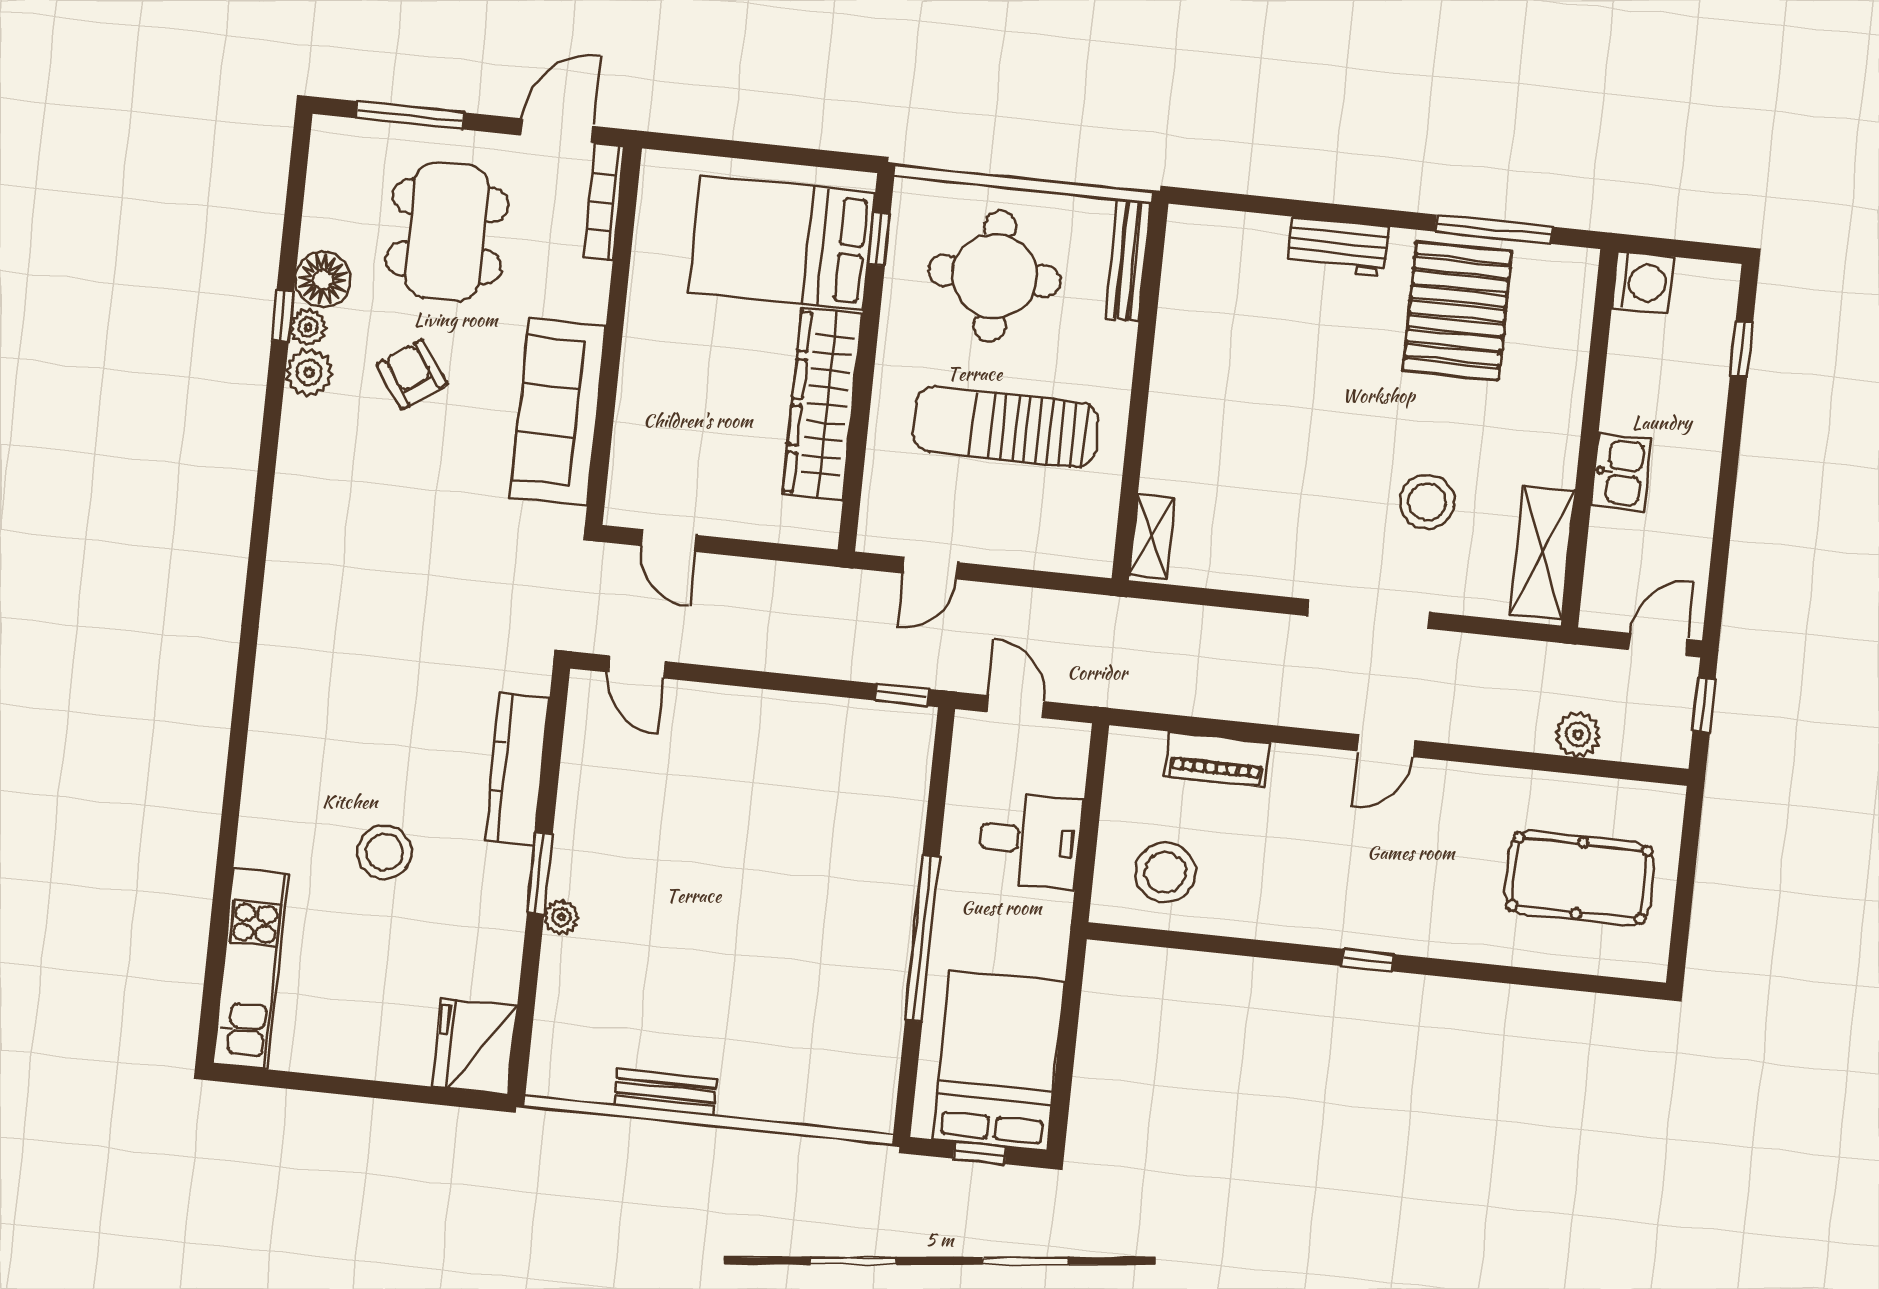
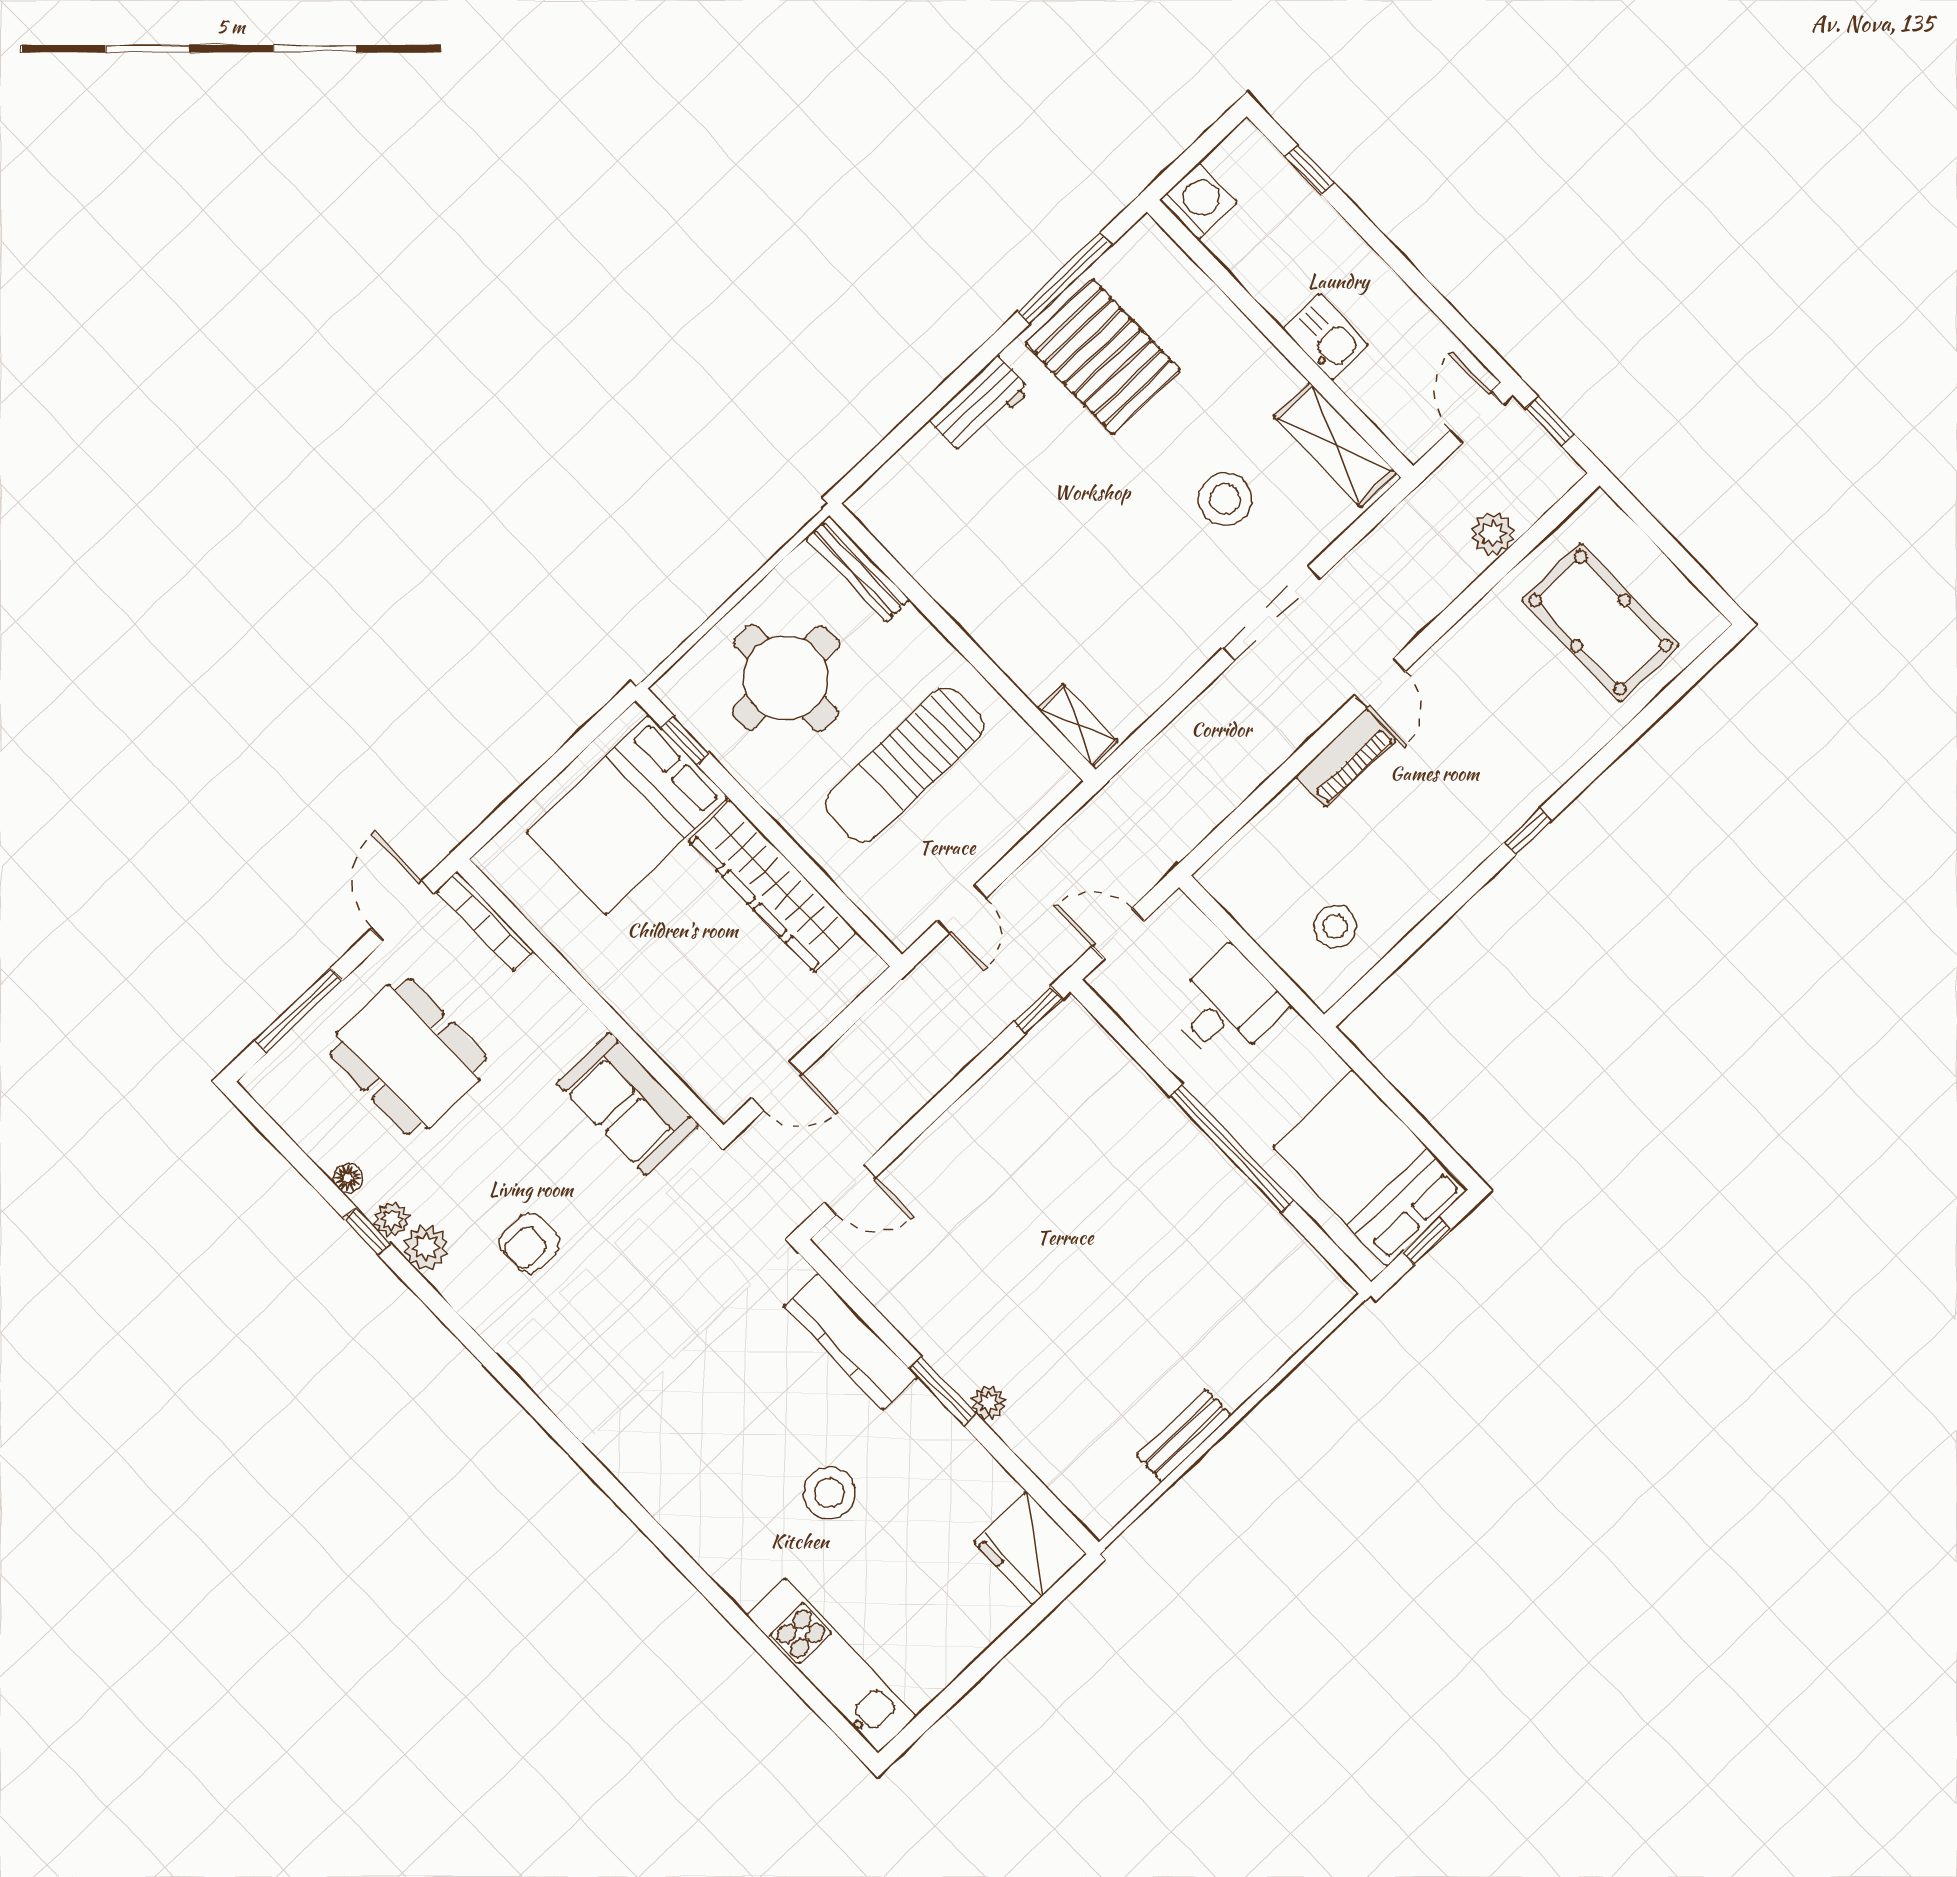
floor lamp: (323, 280) -> (348, 1178), width x0.53, depth x0.53
armchair: (412, 374) -> (530, 1243), moved, turned -55
sofa: (558, 412) -> (628, 1104), width x0.73
piano: (1217, 759) -> (1346, 758), moved
stool: (1165, 872) -> (1335, 926), width x0.73, depth x0.73
pool table: (1580, 878) -> (1600, 623), turned 90

